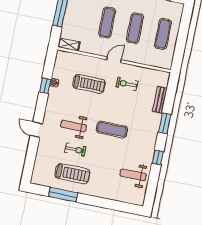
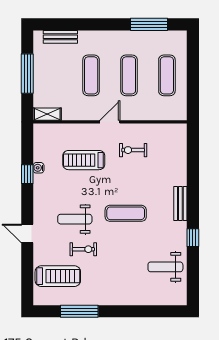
treadmill: (89, 84) -> (84, 160), turned 180
bench: (160, 100) -> (180, 203), moved
window: (165, 123) -> (193, 191), removed
treadmill: (72, 174) -> (58, 276), moved

